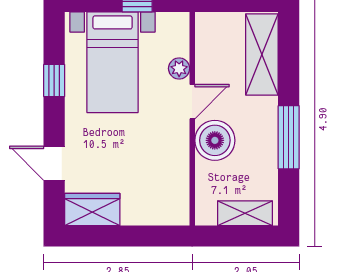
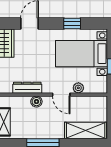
boiler: (215, 140) -> (36, 102), width x0.54, depth x0.54
dresser: (179, 168) -> (27, 88), added

